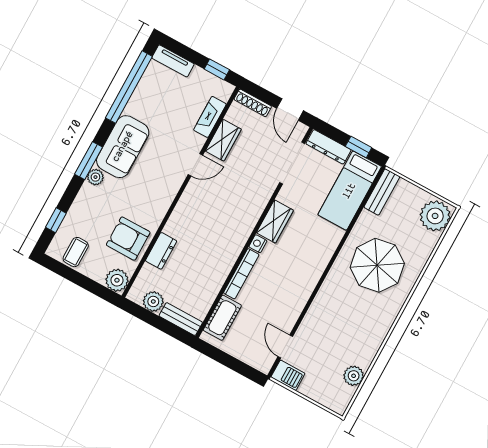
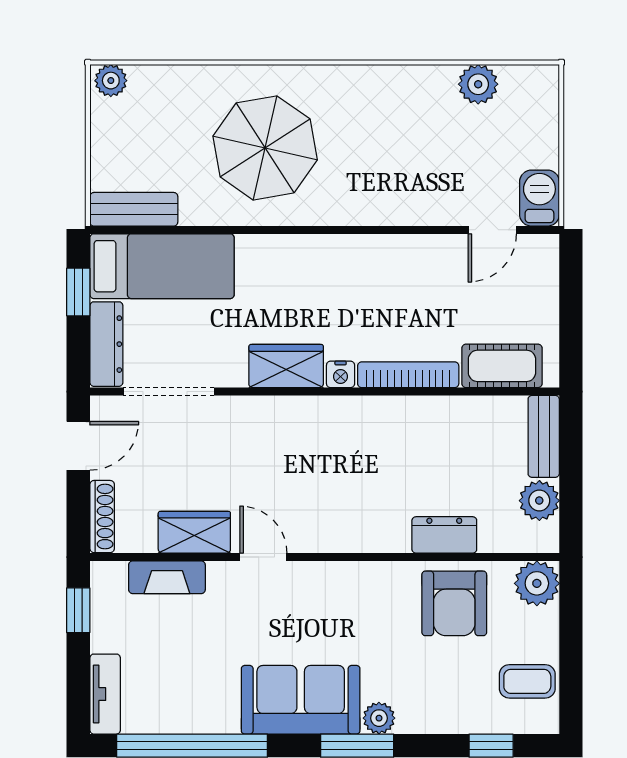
plant: (435, 216) -> (111, 81), width x0.53, depth x0.53

